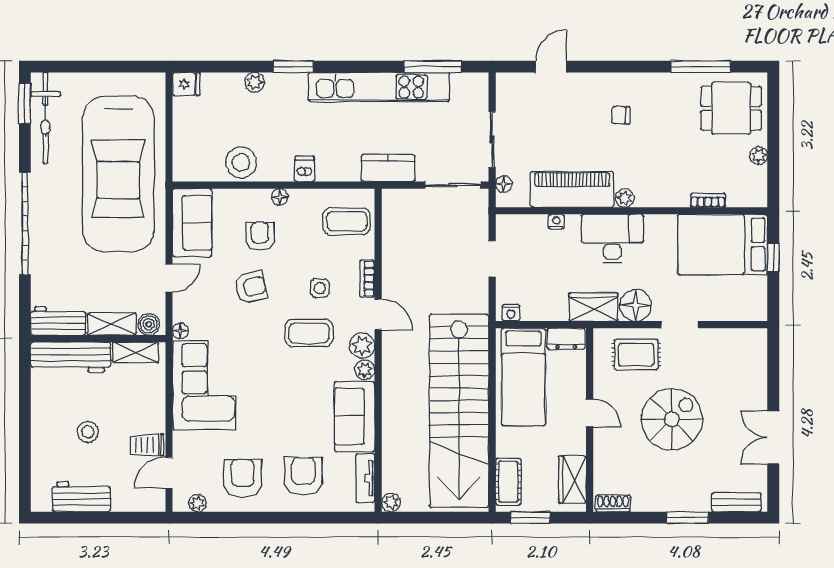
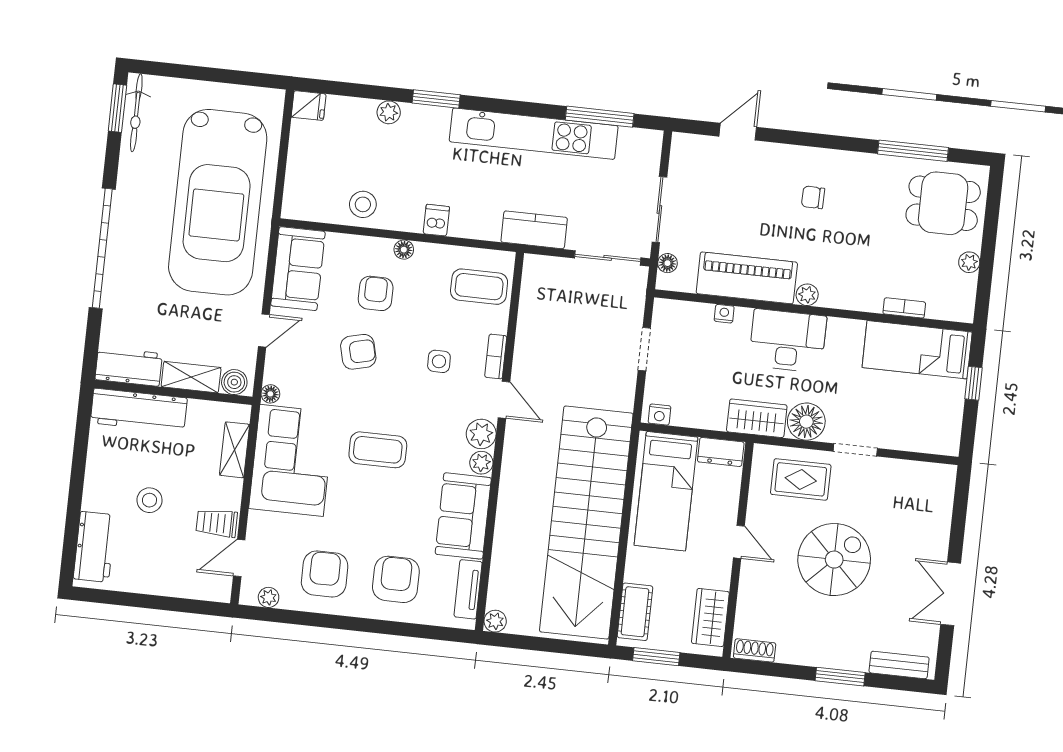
bicycle: (46, 118) -> (136, 113), width x0.73, depth x0.71
stool: (241, 162) -> (363, 204), width x0.73, depth x0.73
bed: (723, 245) -> (917, 350), width x0.67
coffee table: (309, 333) -> (378, 450), moved
shelving: (135, 352) -> (235, 450), moved, turned 90
workbench: (81, 497) -> (94, 547), moved, turned 90

